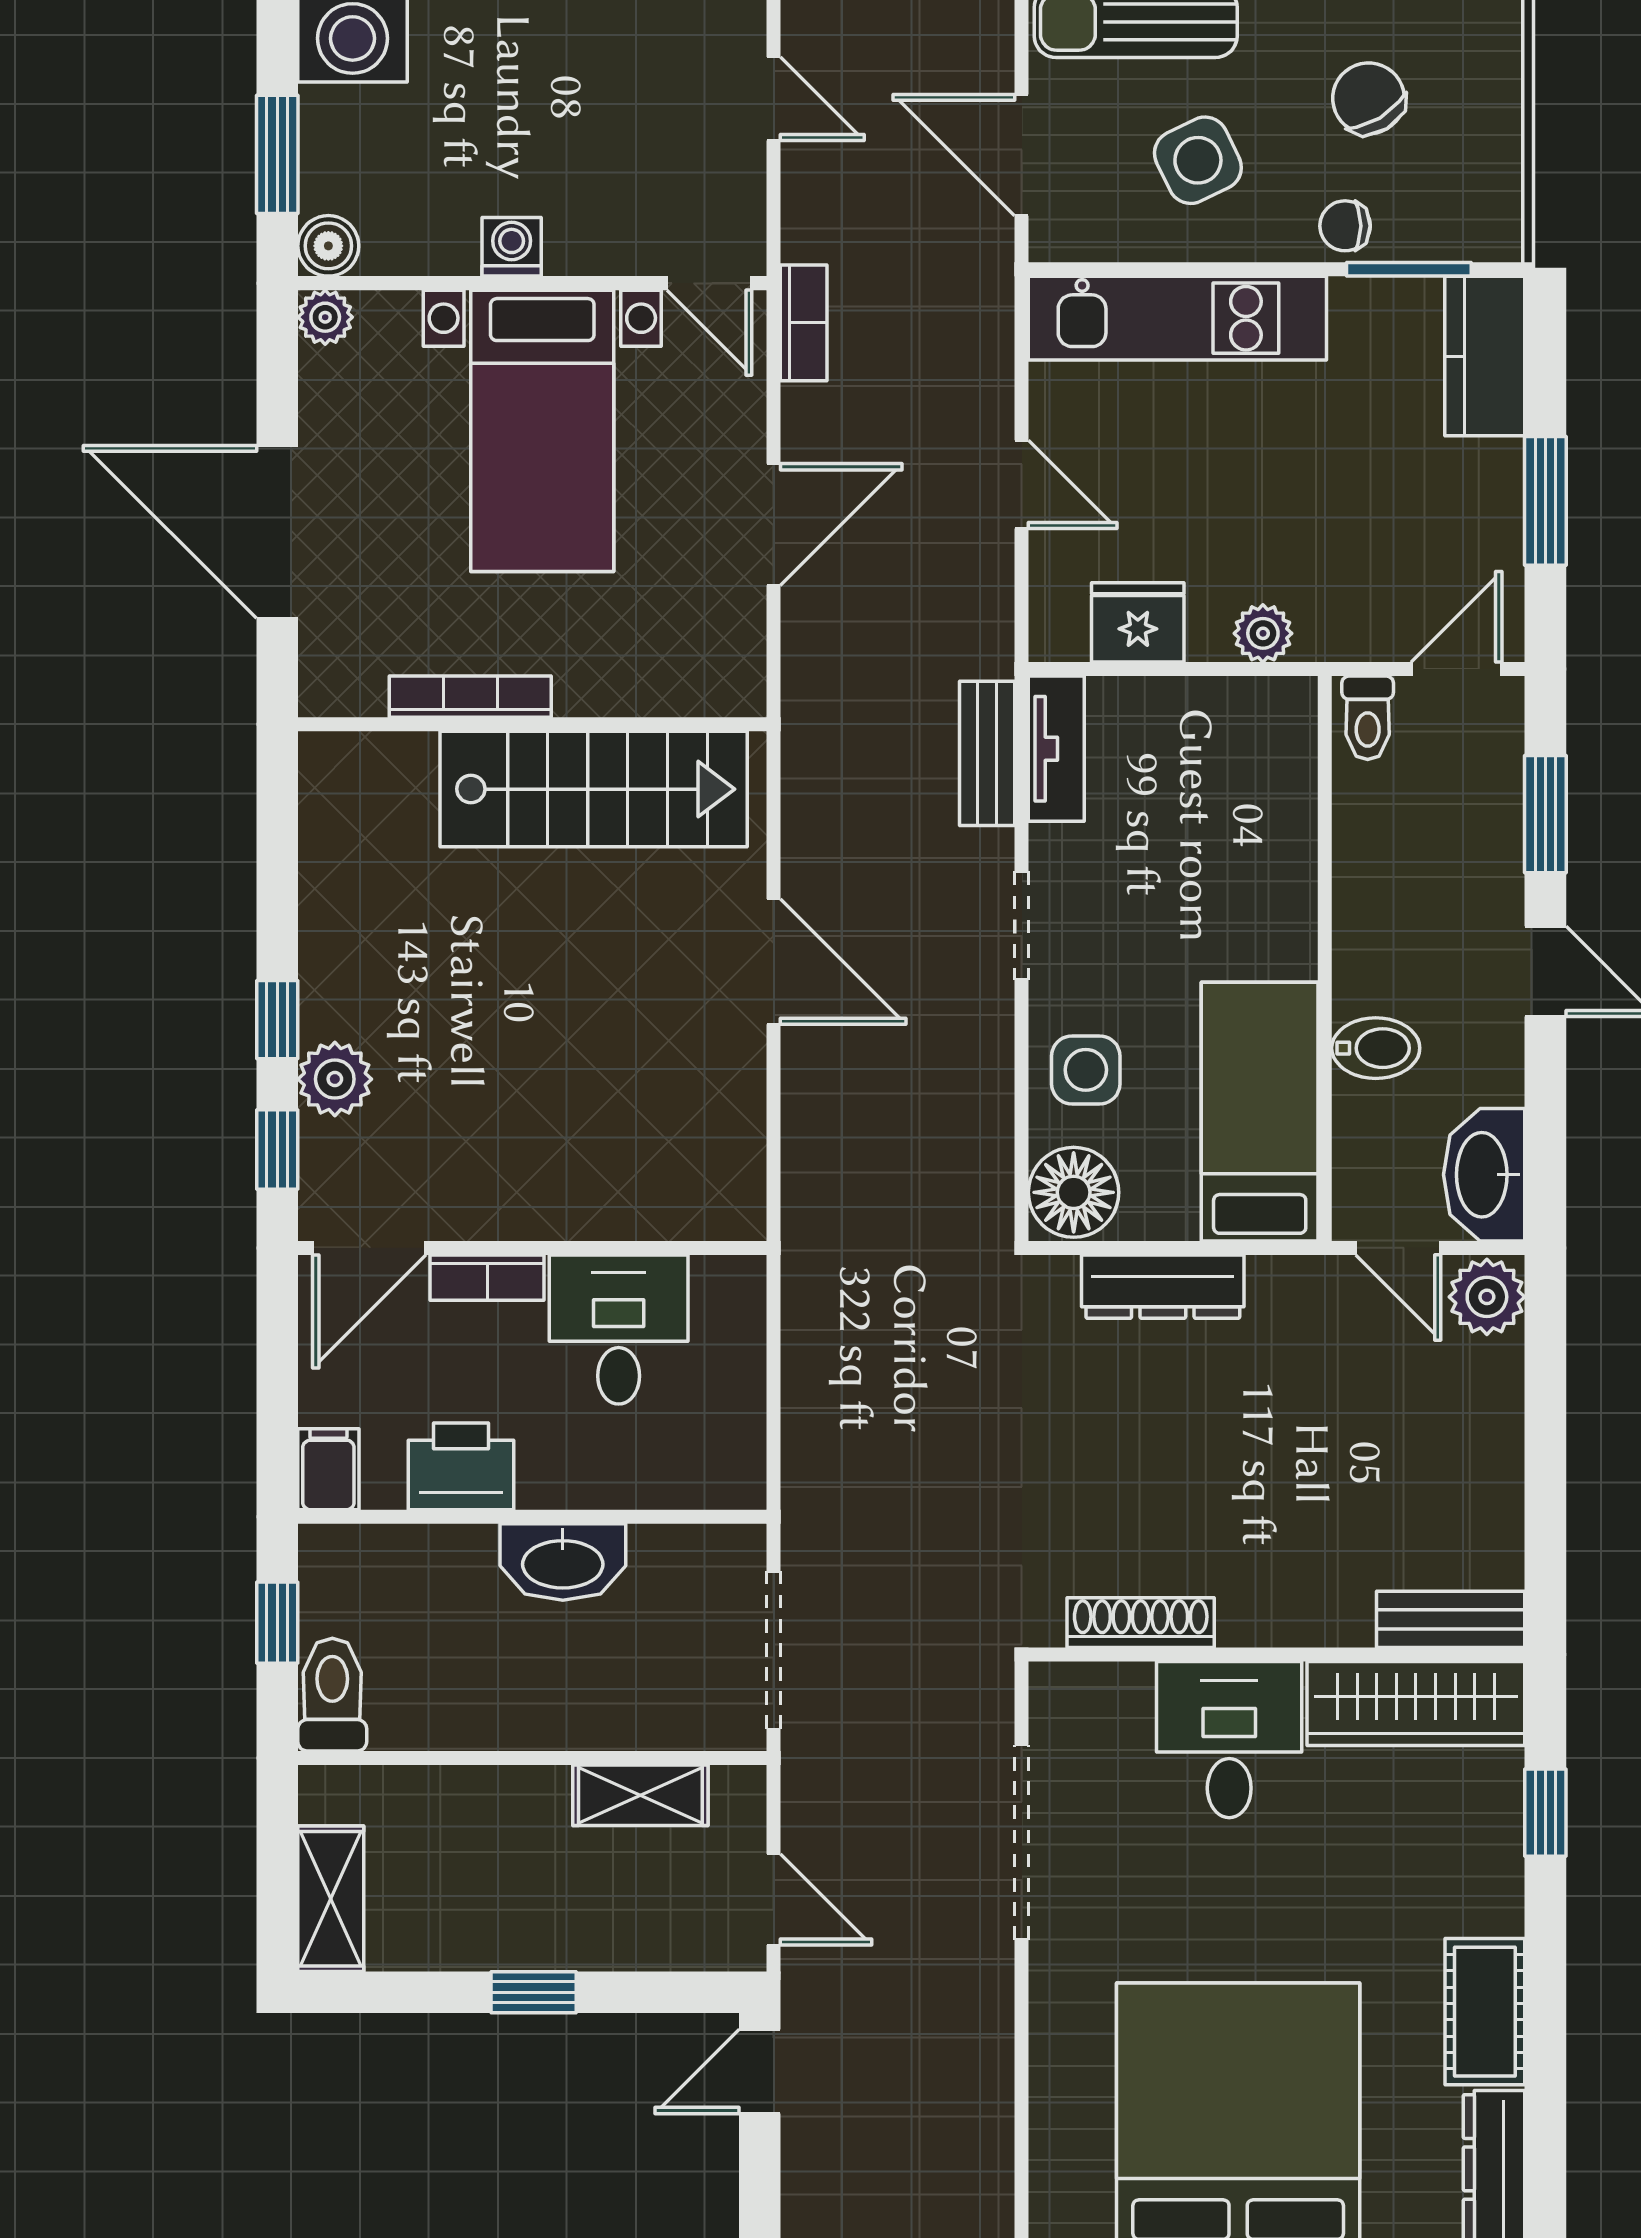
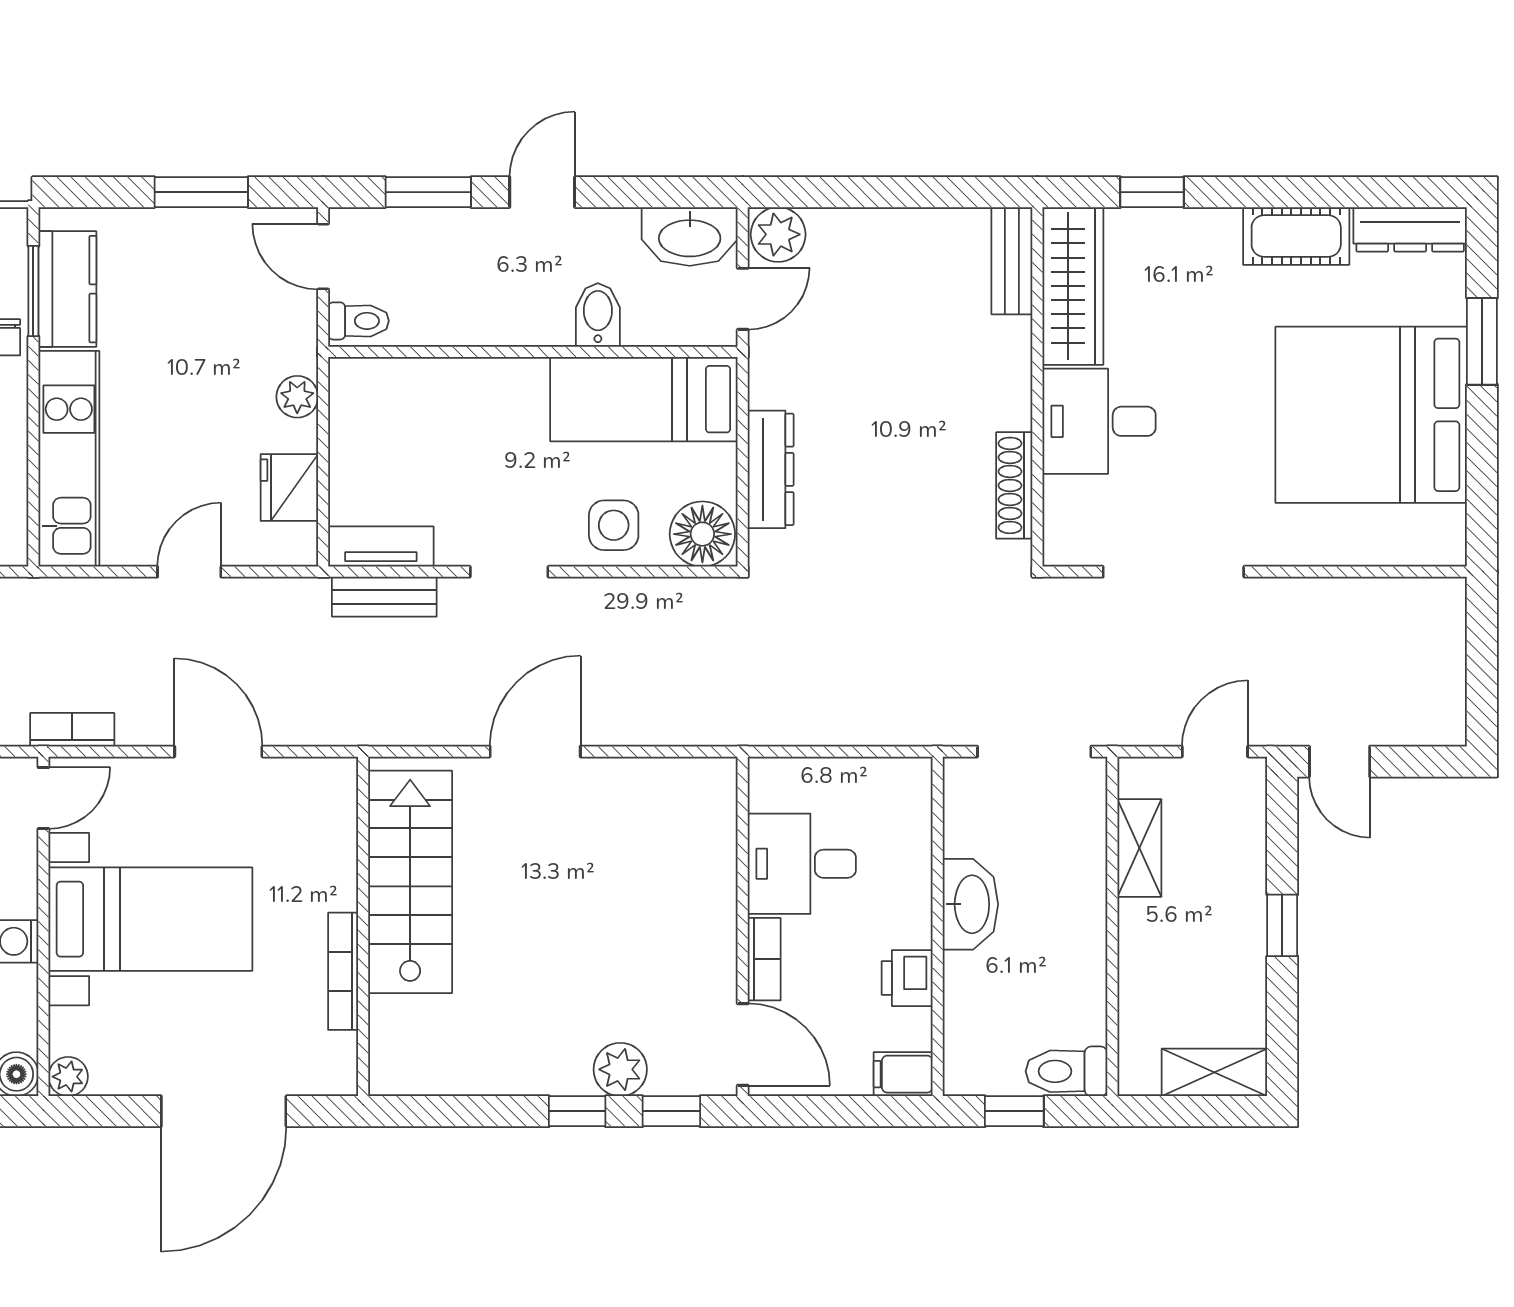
kitchen counter: (1485, 356) -> (67, 289), moved, turned -90
printer: (461, 1466) -> (907, 978), width x0.73, depth x0.81

